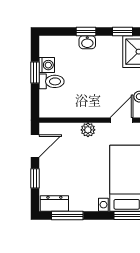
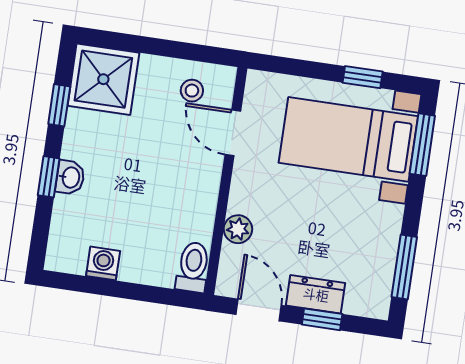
window: (35, 72) -> (114, 289), removed
toilet: (52, 81) -> (193, 267), moved
plant: (88, 130) -> (238, 229), moved
dresser: (54, 203) -> (316, 294), moved, turned 90

